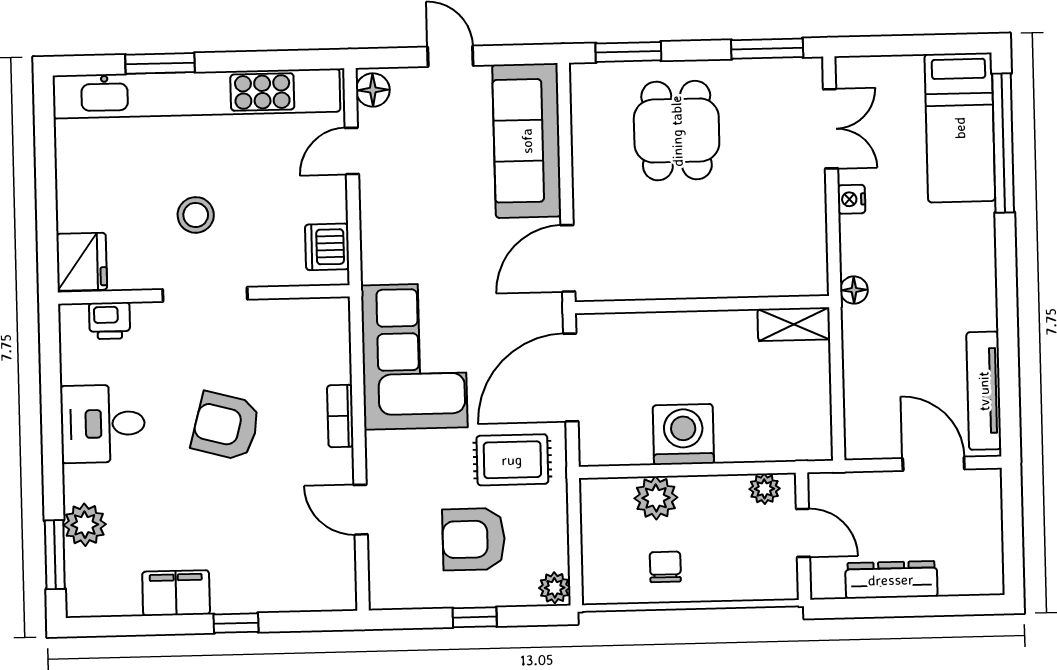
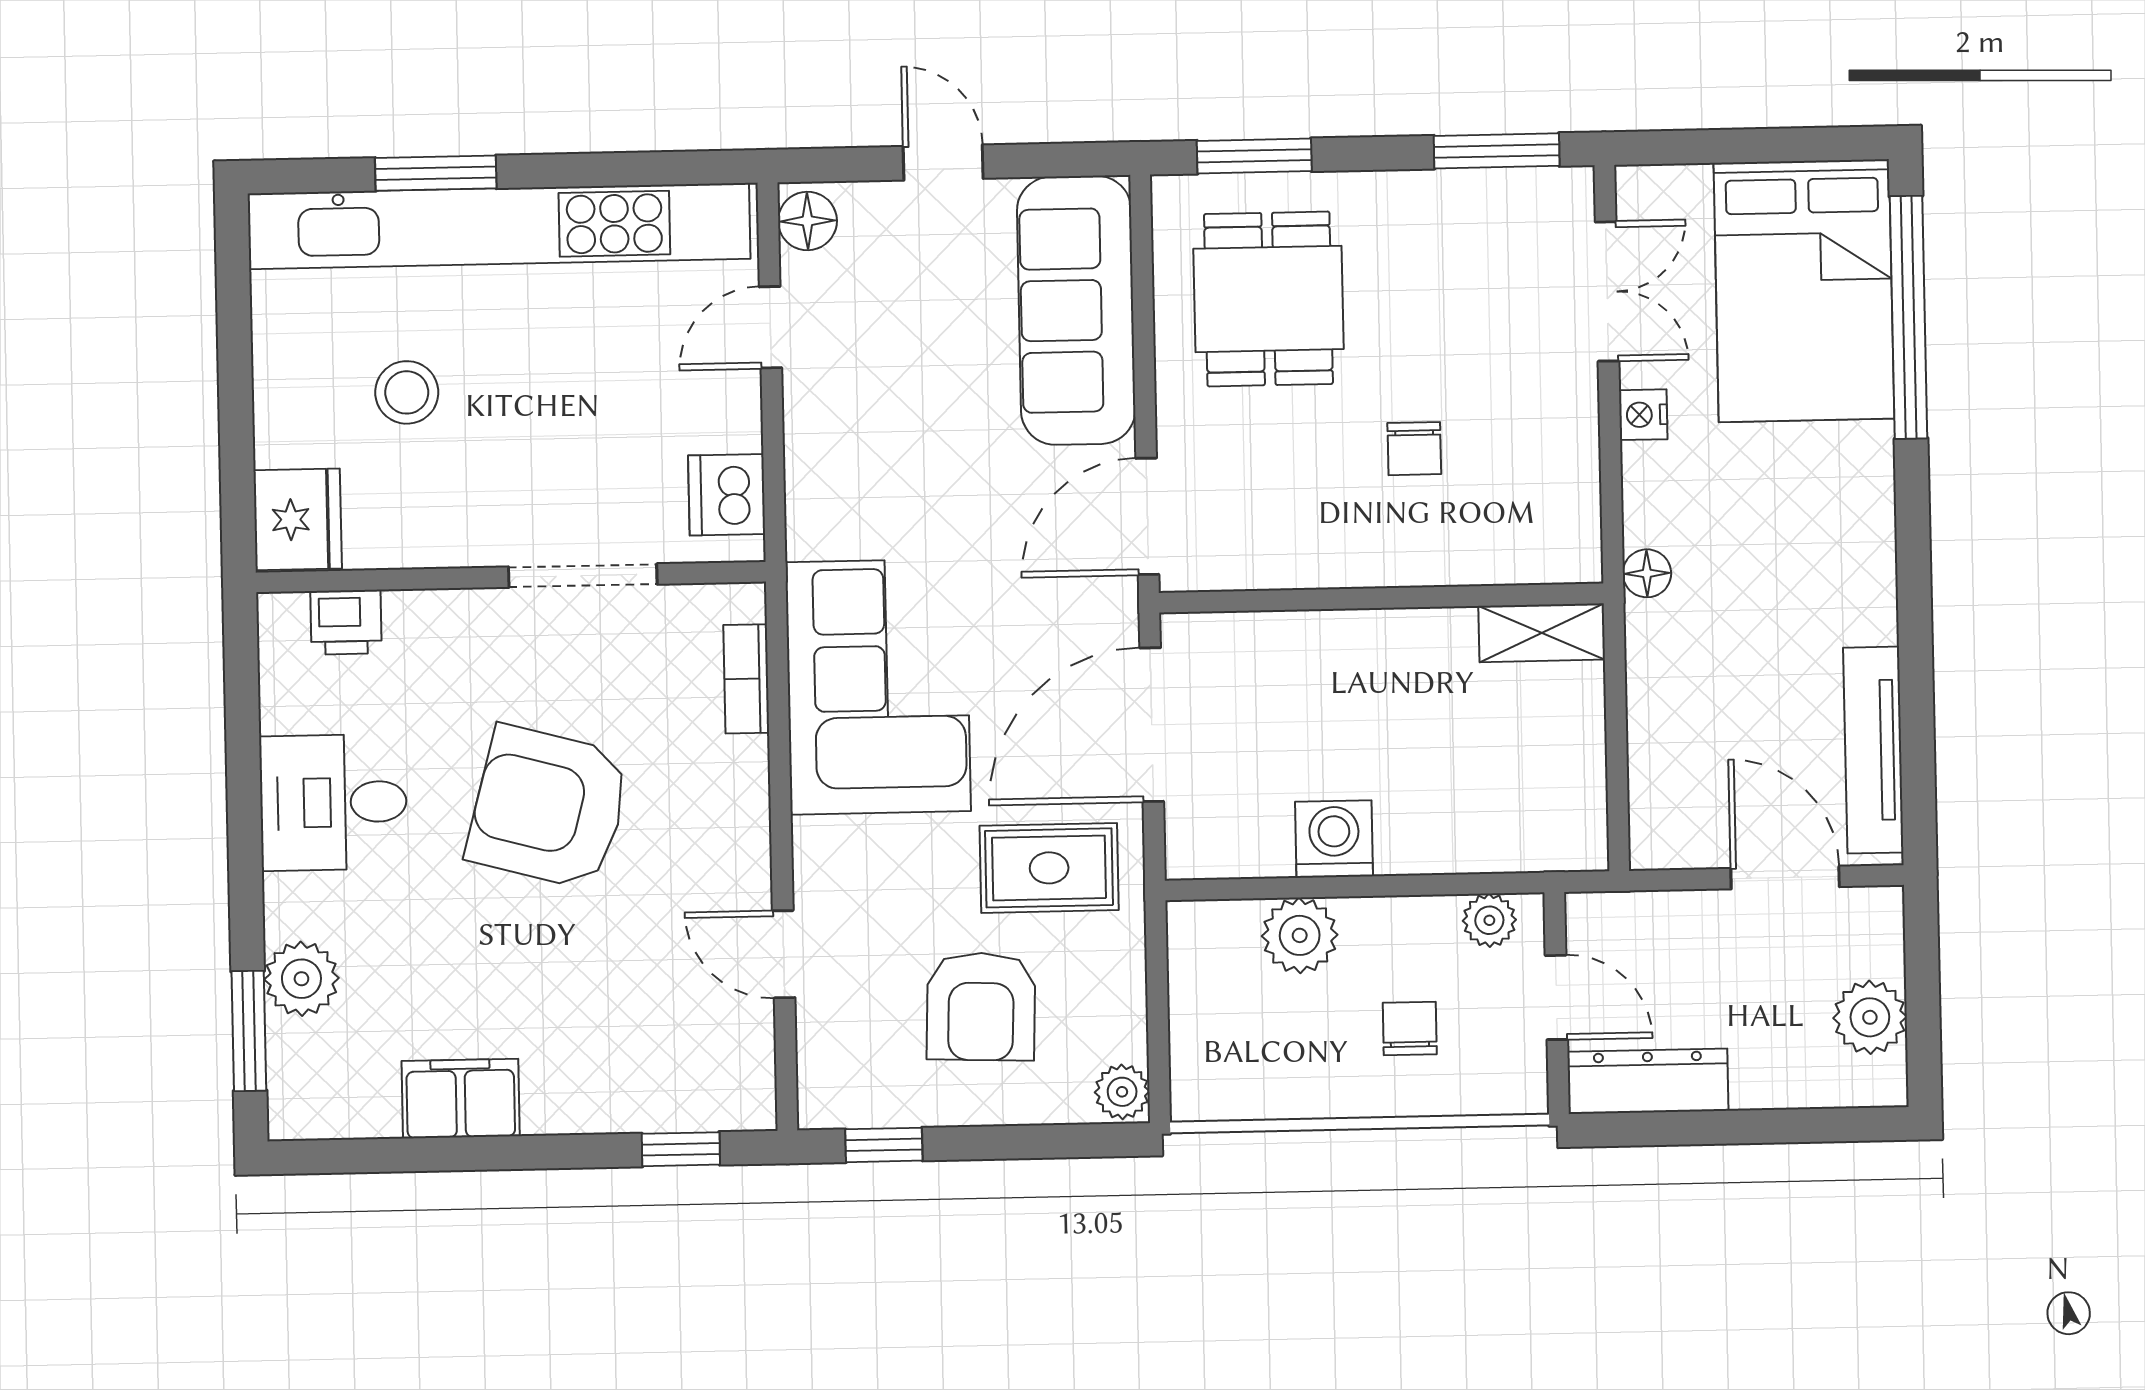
bed: (960, 128) -> (1804, 291), width x1.50
dining table: (677, 131) -> (1268, 299), moved
stool: (196, 215) -> (407, 392), moved
chair: (721, 219) -> (1414, 449), added
doorway: (205, 294) -> (583, 576), moved
bookcase: (340, 416) -> (746, 679), moved
armchair: (226, 426) -> (549, 807), width x1.36, depth x1.36
washing machine: (683, 434) -> (1334, 839), width x0.73, depth x0.73
armchair: (474, 539) -> (981, 1007), turned -88
plant: (982, 544) -> (1870, 1017), added
chair: (665, 567) -> (1410, 1029), moved
dresser: (891, 580) -> (1648, 1081), moved
window: (475, 617) -> (884, 1145), moved
window: (236, 623) -> (681, 1149), moved

